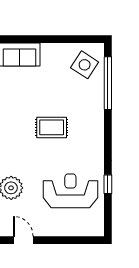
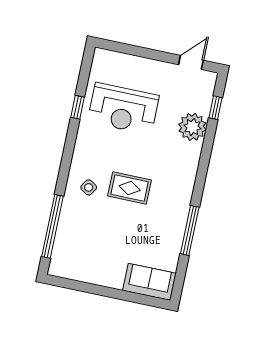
side table: (85, 65) -> (89, 187), moved, width x0.54, depth x0.54
door: (23, 240) -> (191, 62), swing flipped

